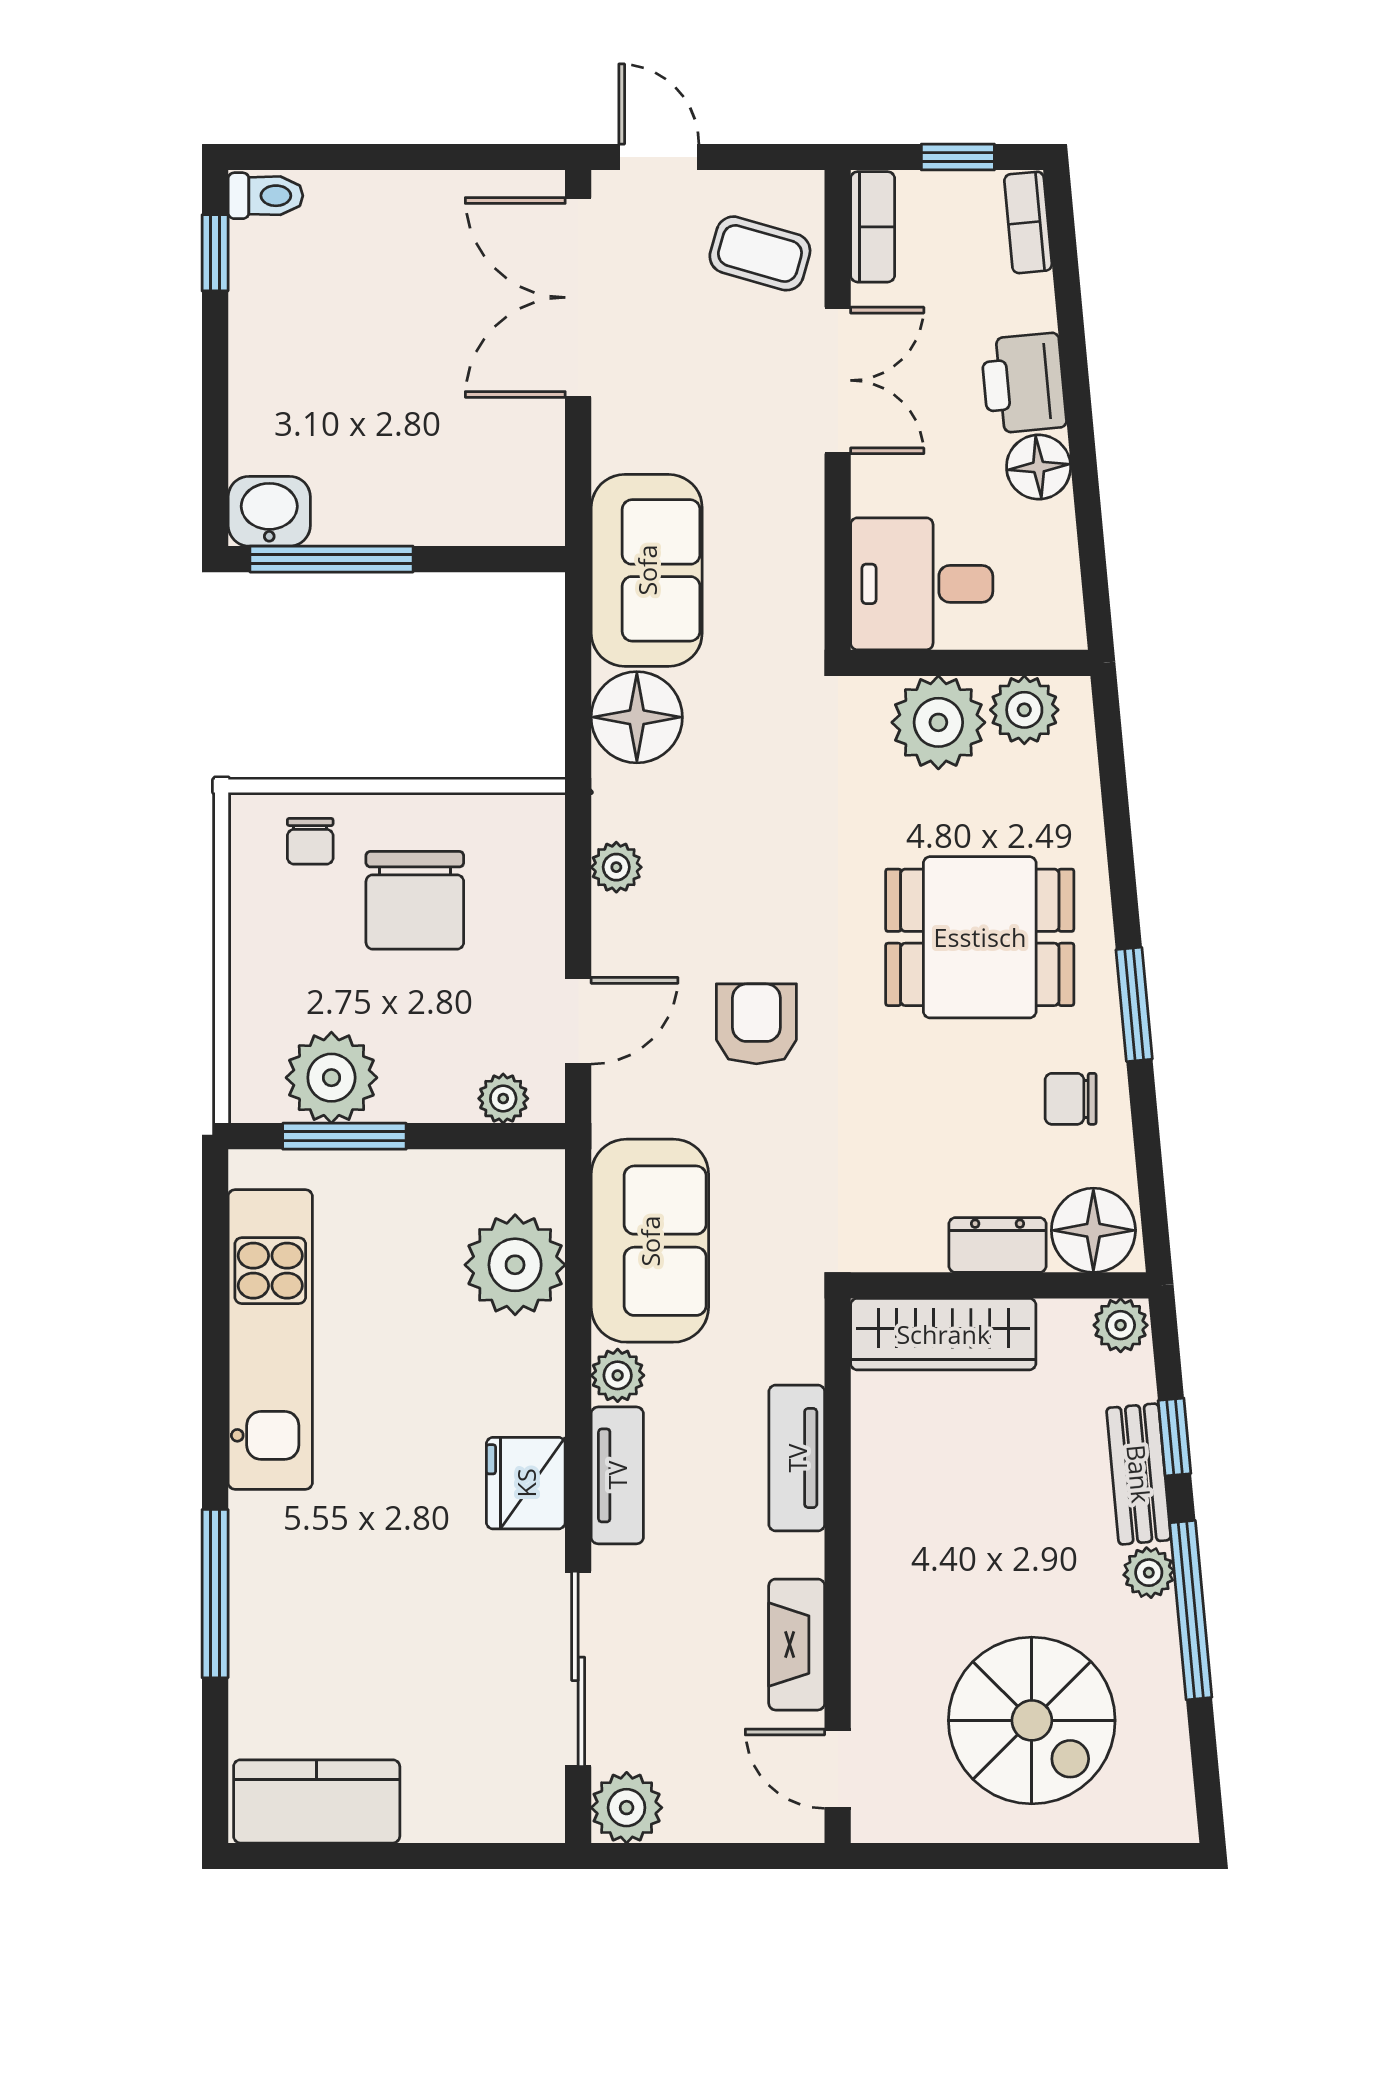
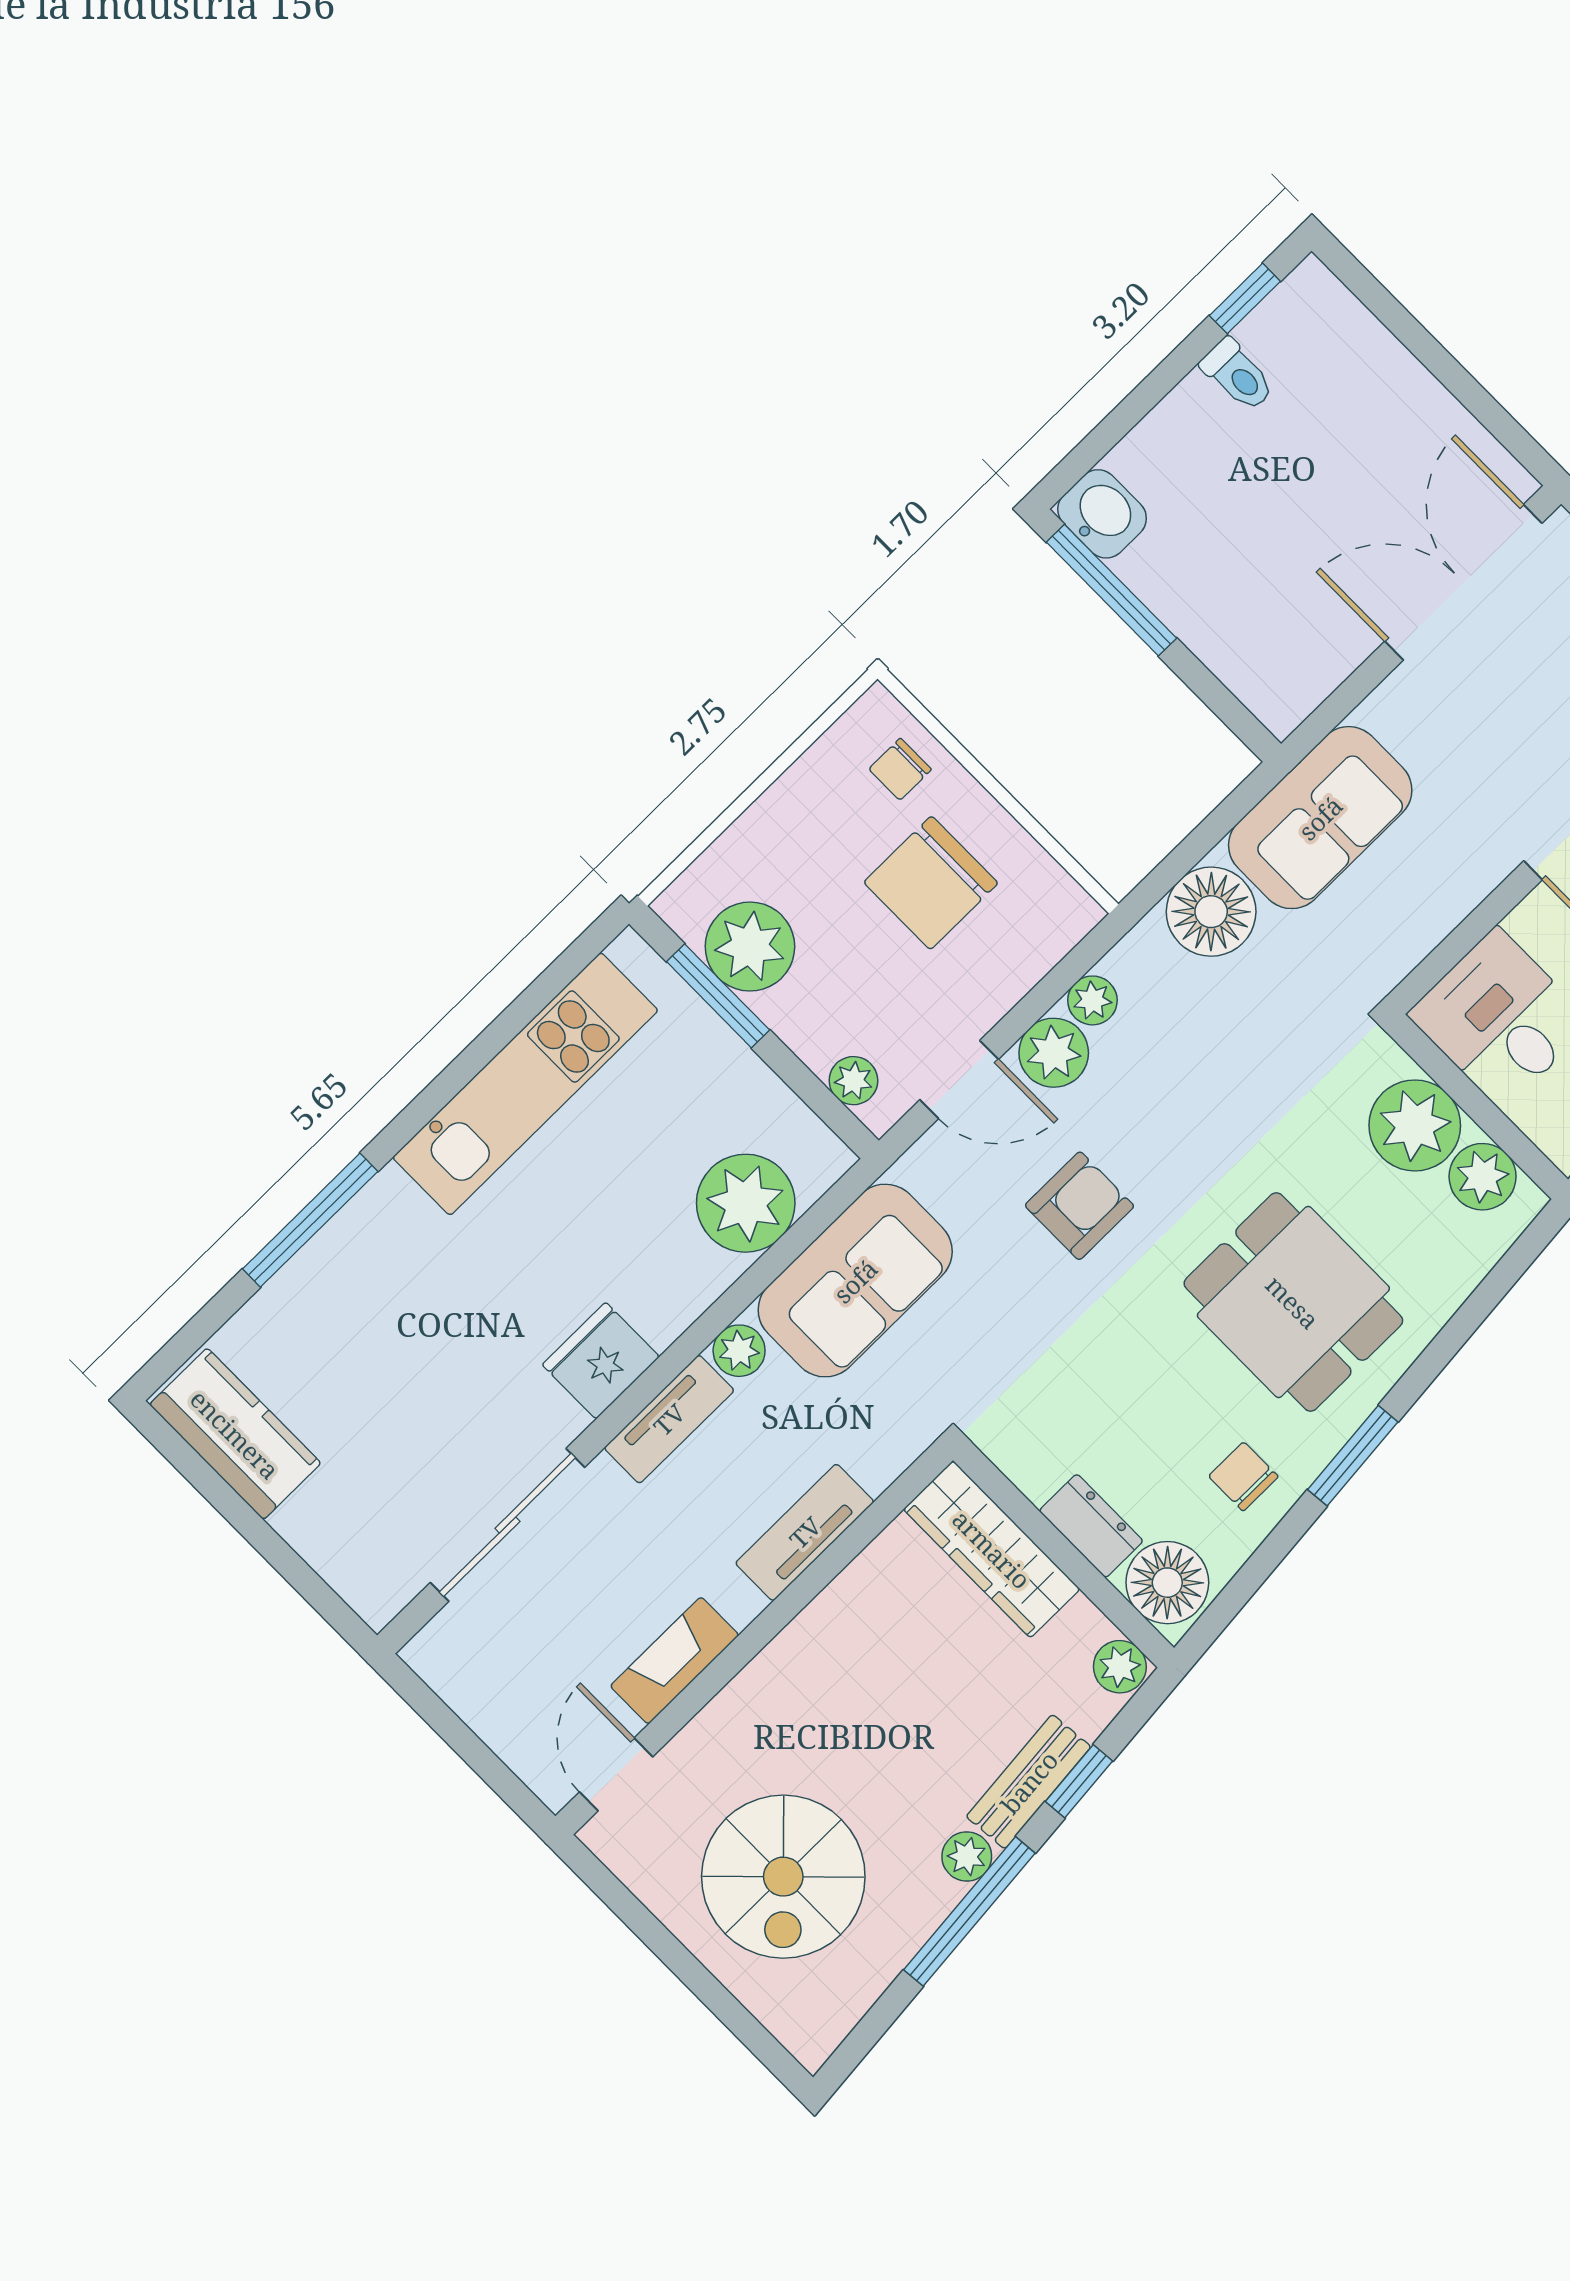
toilet: (265, 196) -> (1238, 375), moved
plant: (627, 1808) -> (1054, 1053), moved

